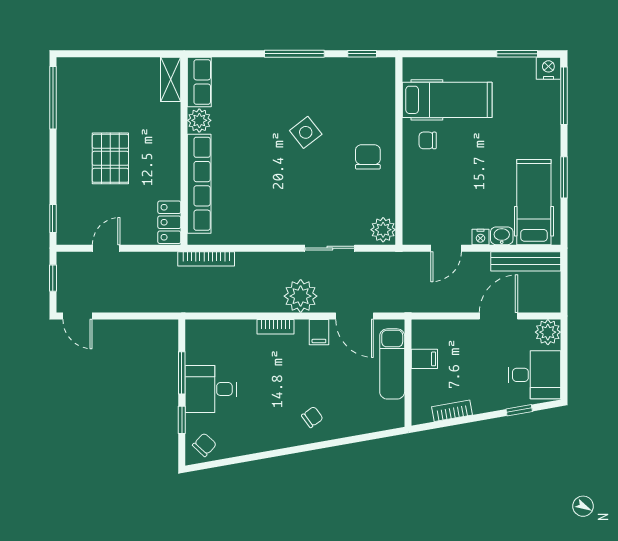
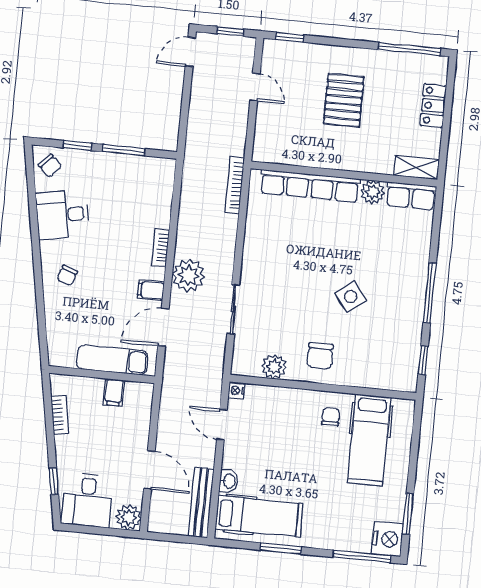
nightstand: (548, 68) -> (387, 539), width x1.36, depth x1.33
chair: (368, 157) -> (320, 356), turned 90
pallet: (110, 158) -> (344, 100), turned 90
locker: (169, 222) -> (433, 106), moved, turned -90
plant: (383, 230) -> (274, 367), moved
nightstand: (480, 237) -> (236, 390), moved
desk: (211, 389) -> (62, 215), moved, turned -100
chair: (312, 417) -> (67, 275), turned 55

